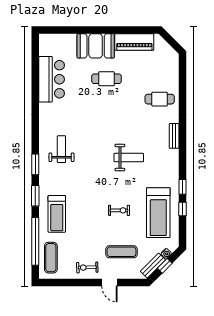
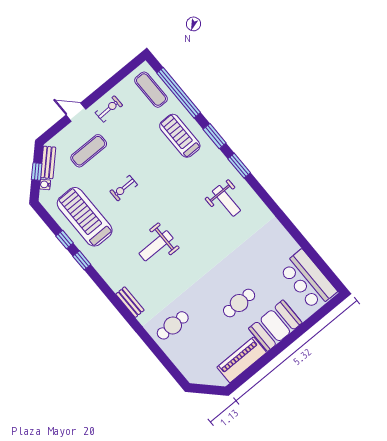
bar counter: (52, 79) -> (308, 280), moved

